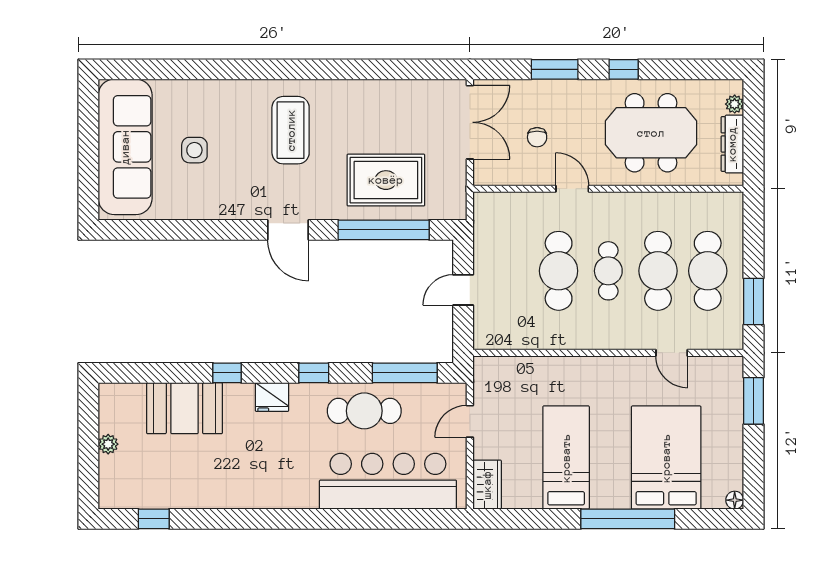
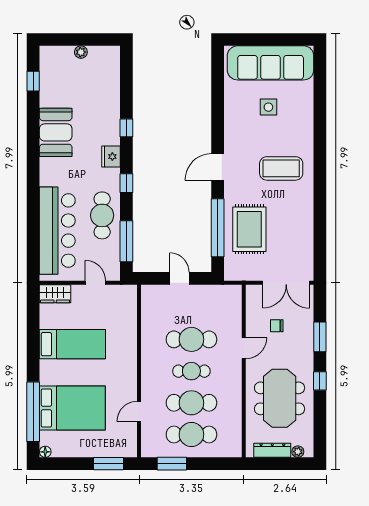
booth: (184, 408) -> (56, 132), moved
window: (628, 519) -> (33, 412), moved

